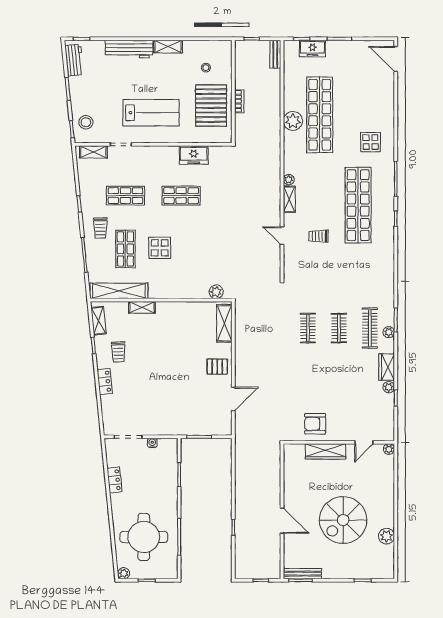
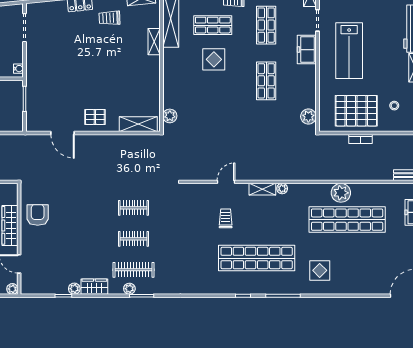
plant: (217, 153) -> (308, 116), added
freezer: (194, 155) -> (307, 50), moved
pallet: (217, 367) -> (95, 117), turned 90
water cooler: (152, 443) -> (18, 69), moved

